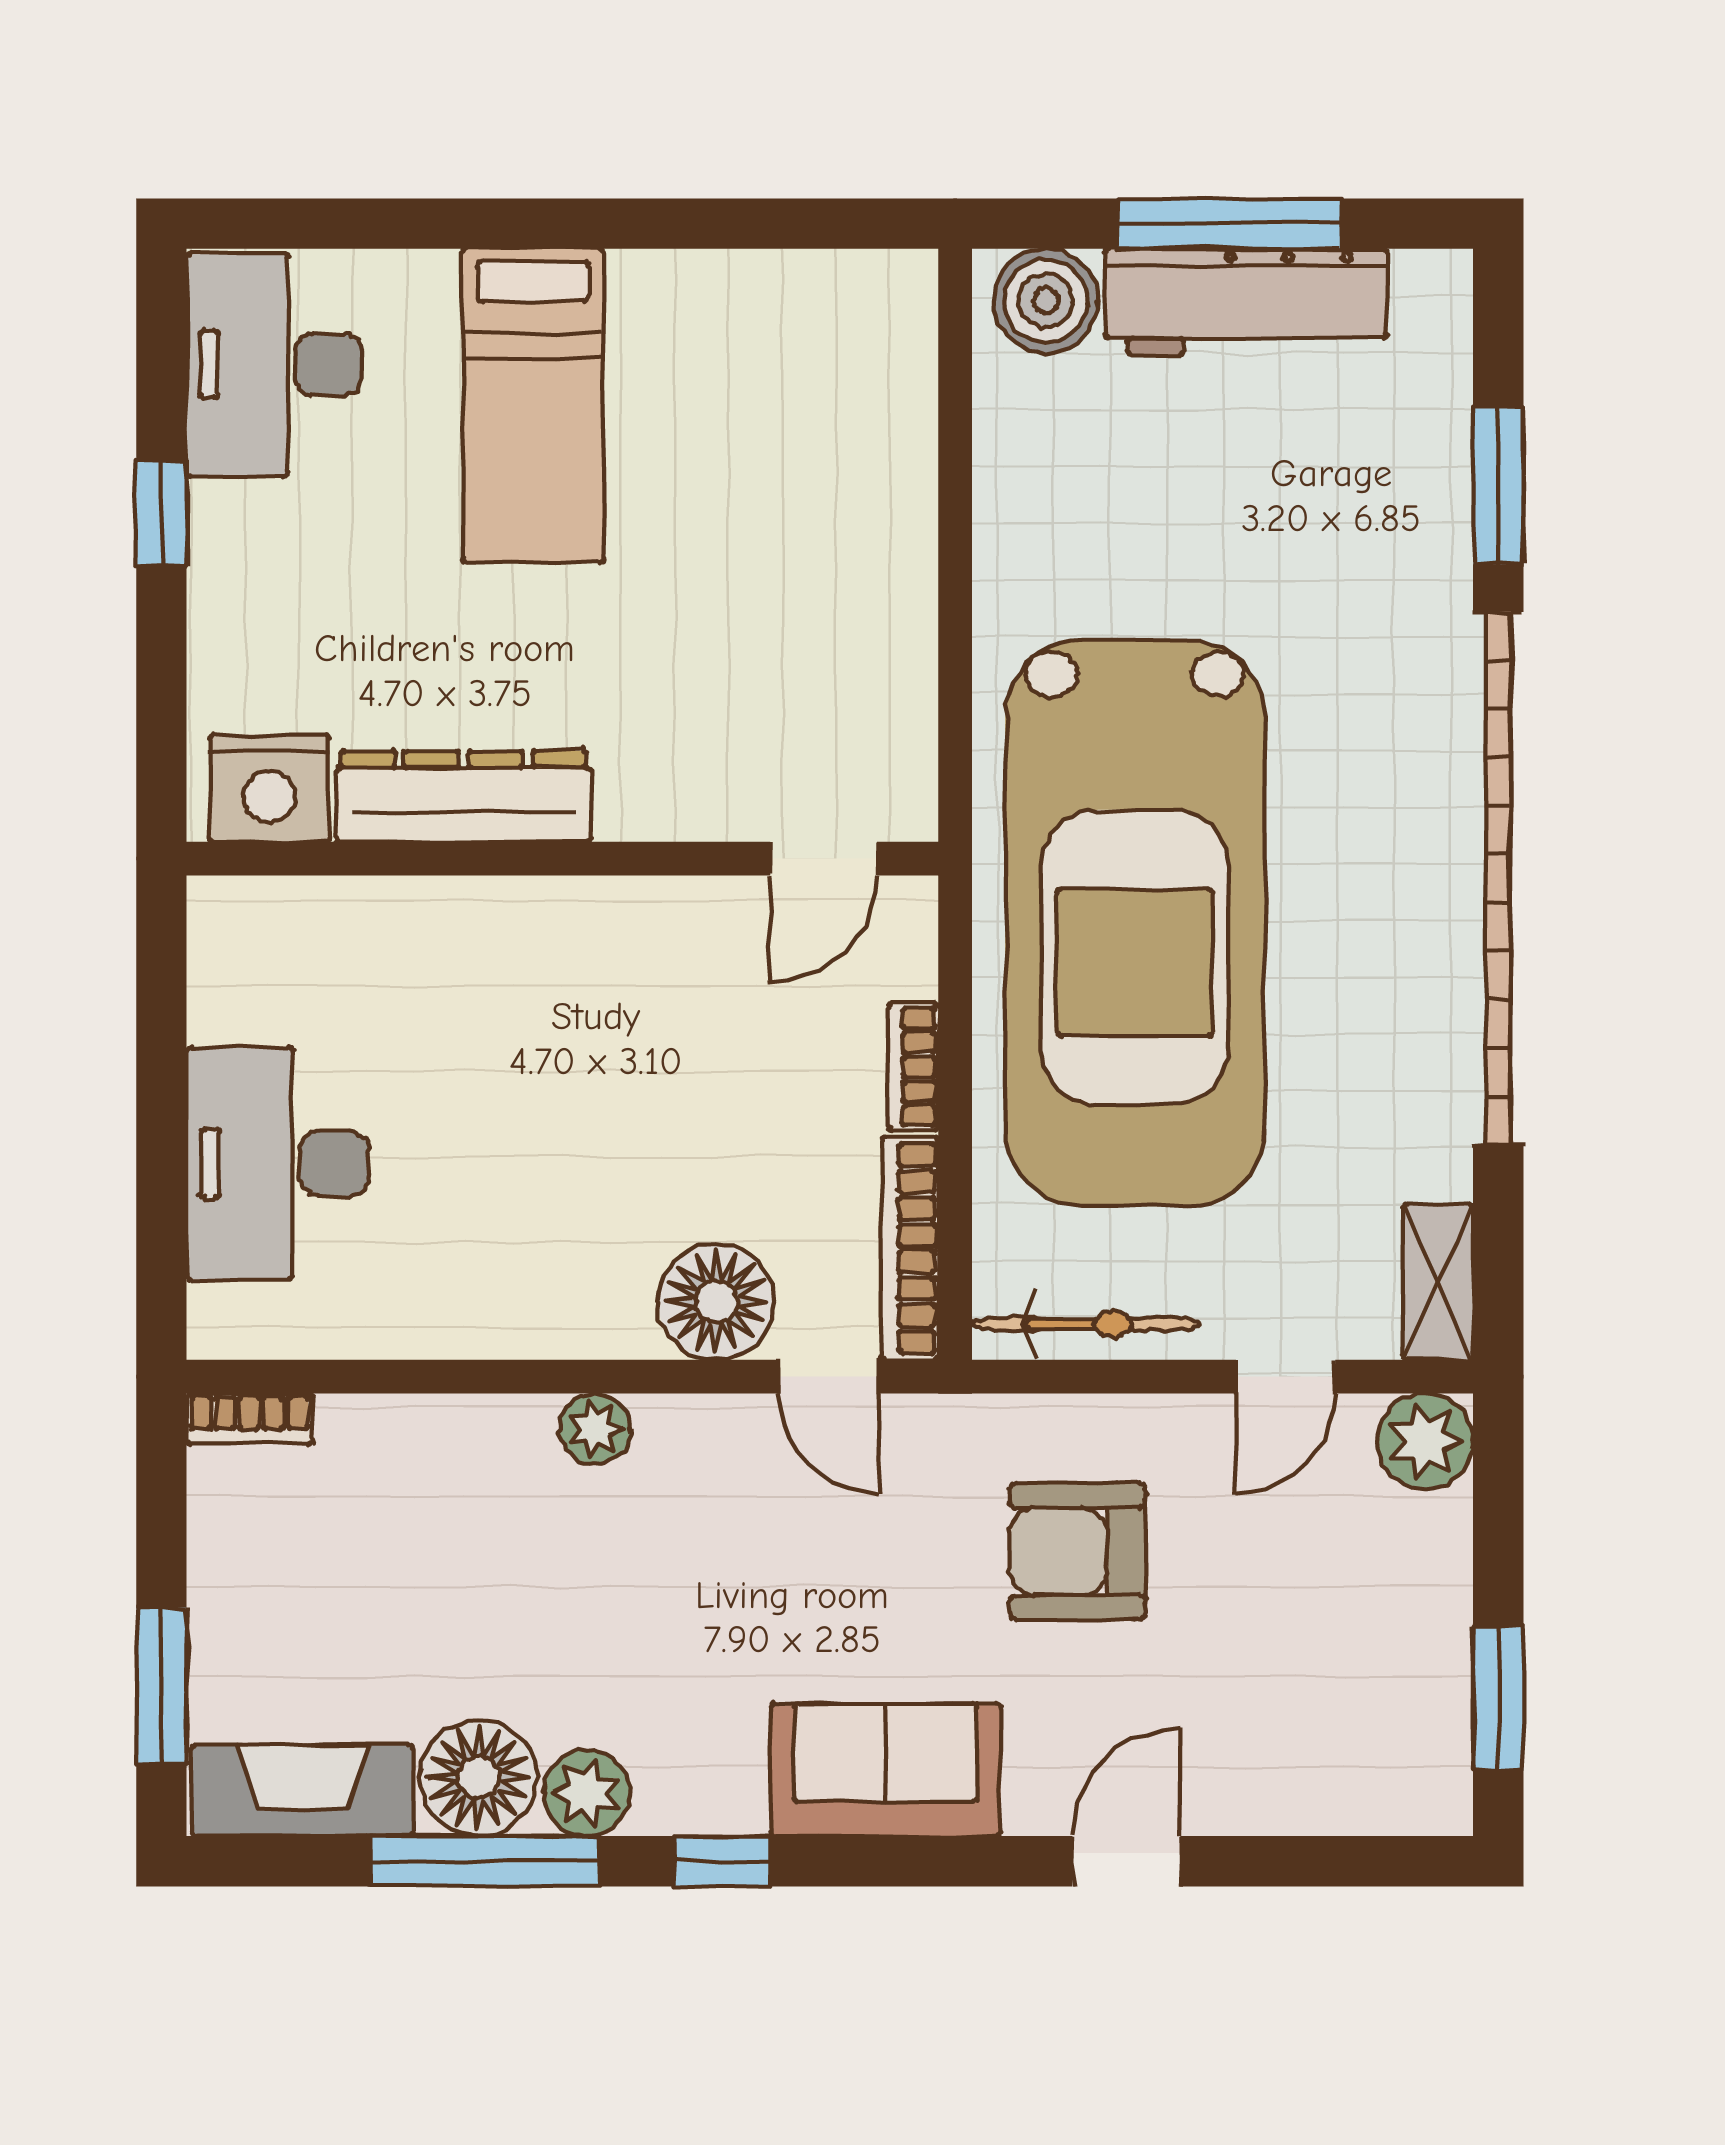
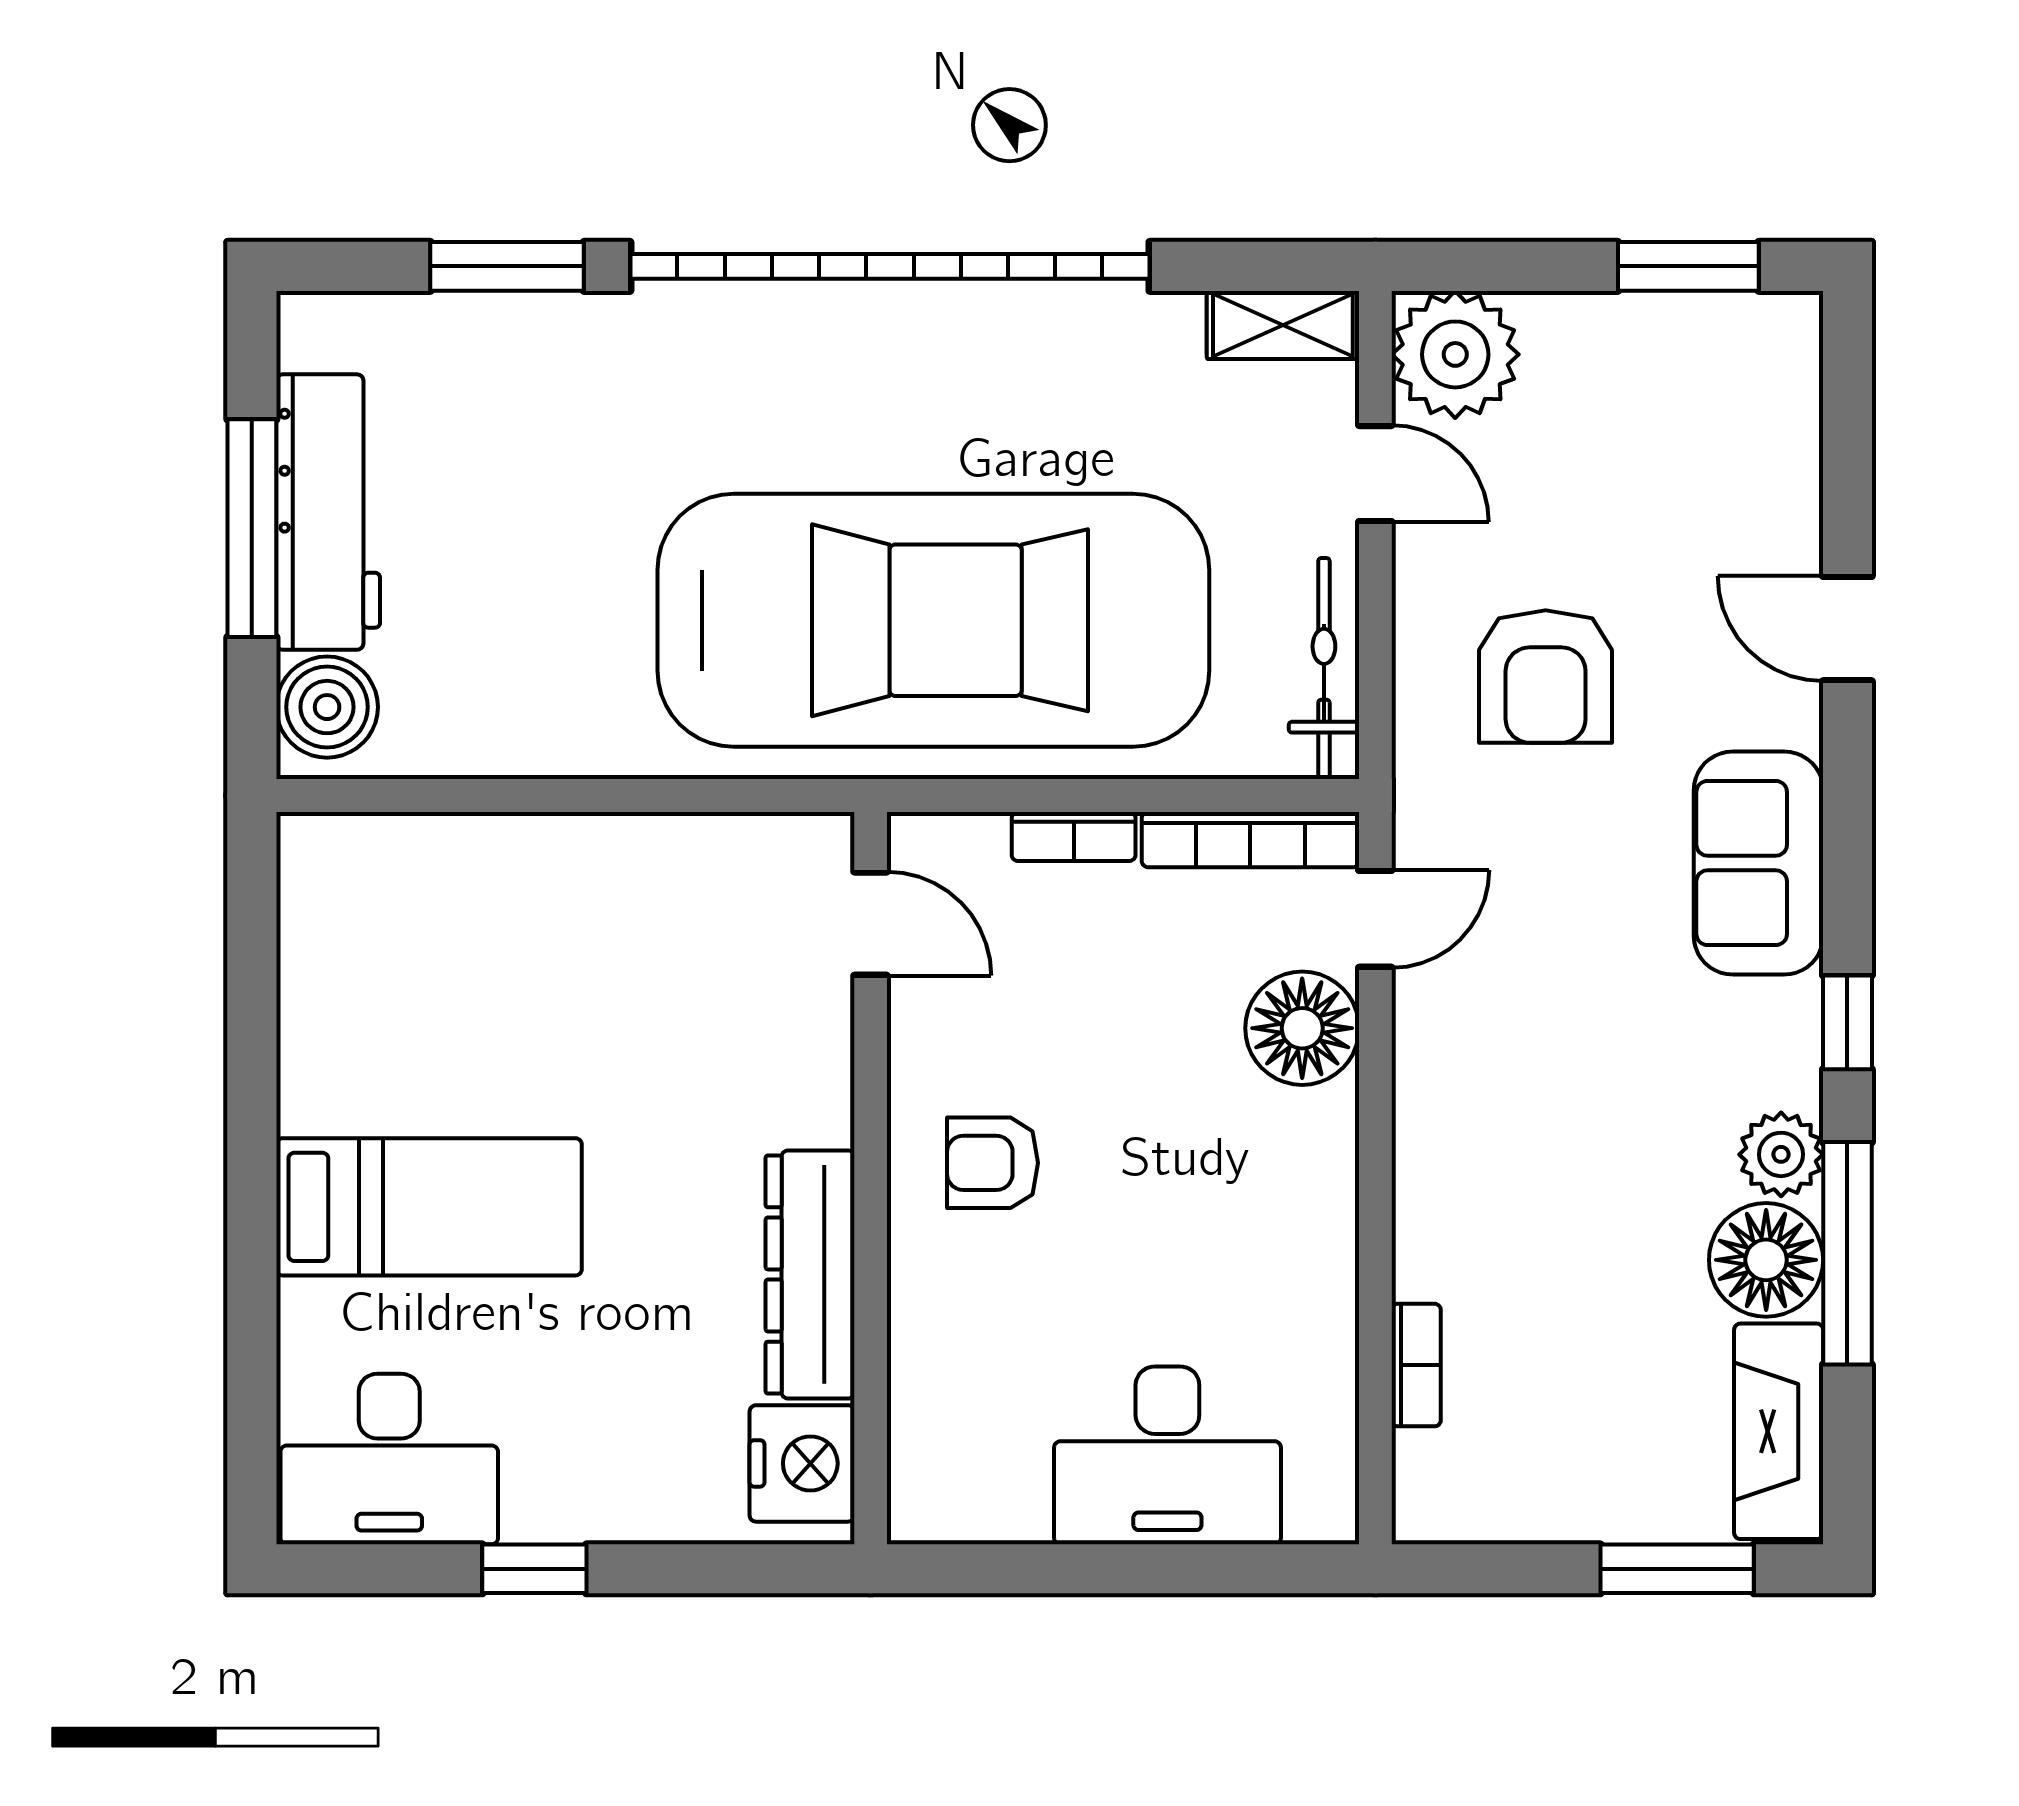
armchair: (578, 984) -> (993, 1163), added
bookcase: (250, 1419) -> (1416, 1365), moved
plant: (595, 1429) -> (1426, 1146), removed
plant: (1425, 1441) -> (1455, 354), width x1.36, depth x1.36

